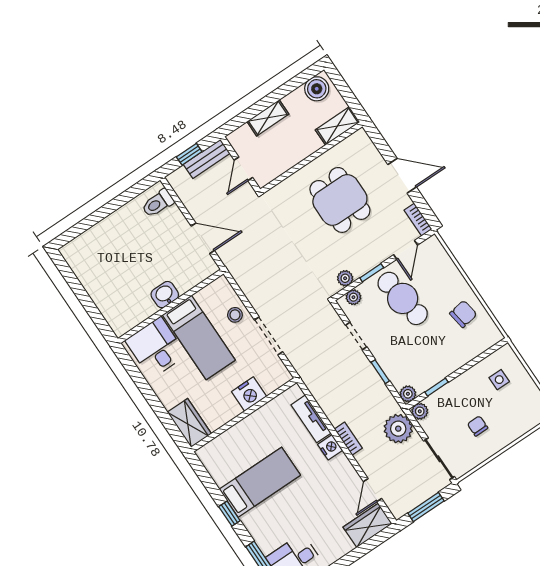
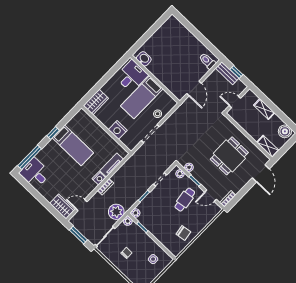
bench: (207, 159) -> (227, 73), moved
door: (402, 176) -> (261, 173), moved
washbasin: (165, 295) -> (144, 59), moved
cafe table: (403, 298) -> (185, 200), width x0.73, depth x0.74

